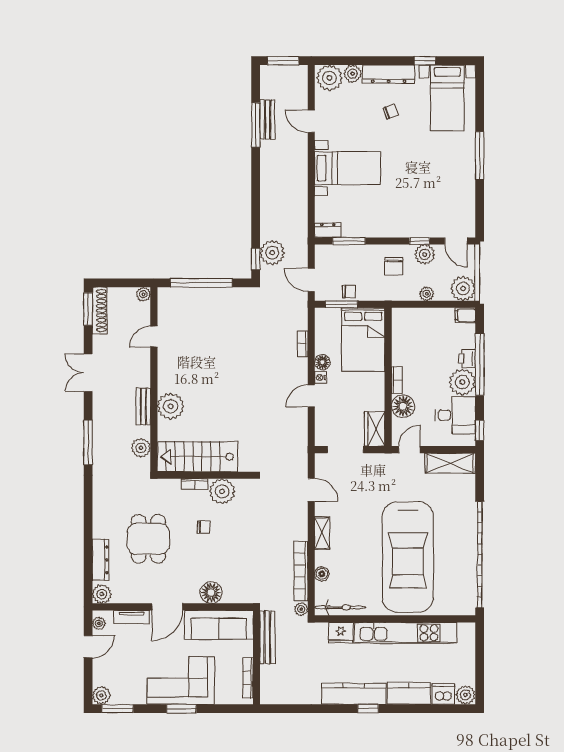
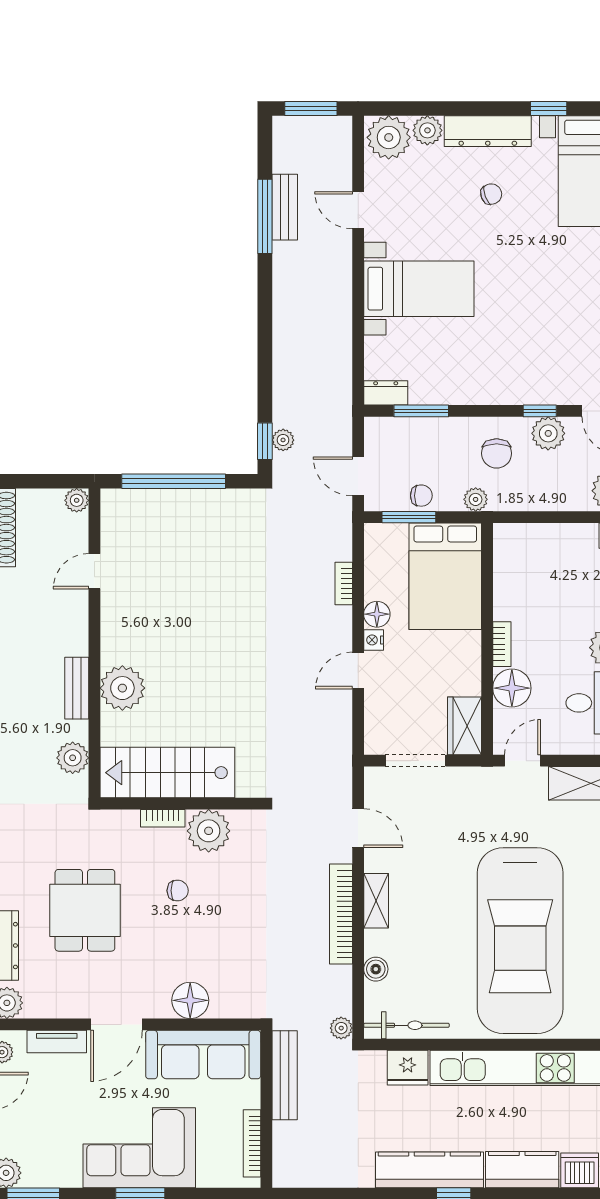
plant: (272, 253) -> (283, 440), width x0.53, depth x0.53
plant: (427, 294) -> (476, 499), moved
bookcase: (301, 571) -> (341, 914), moved

